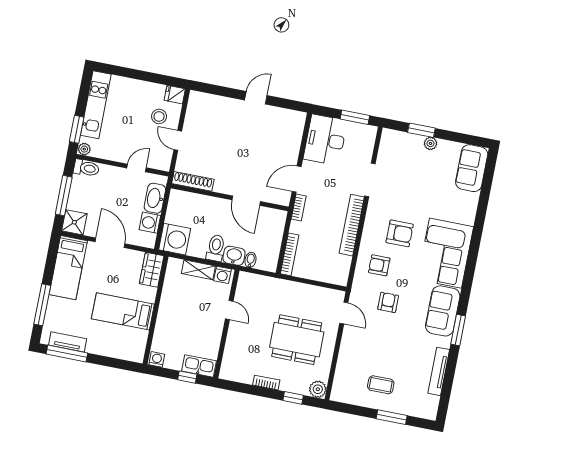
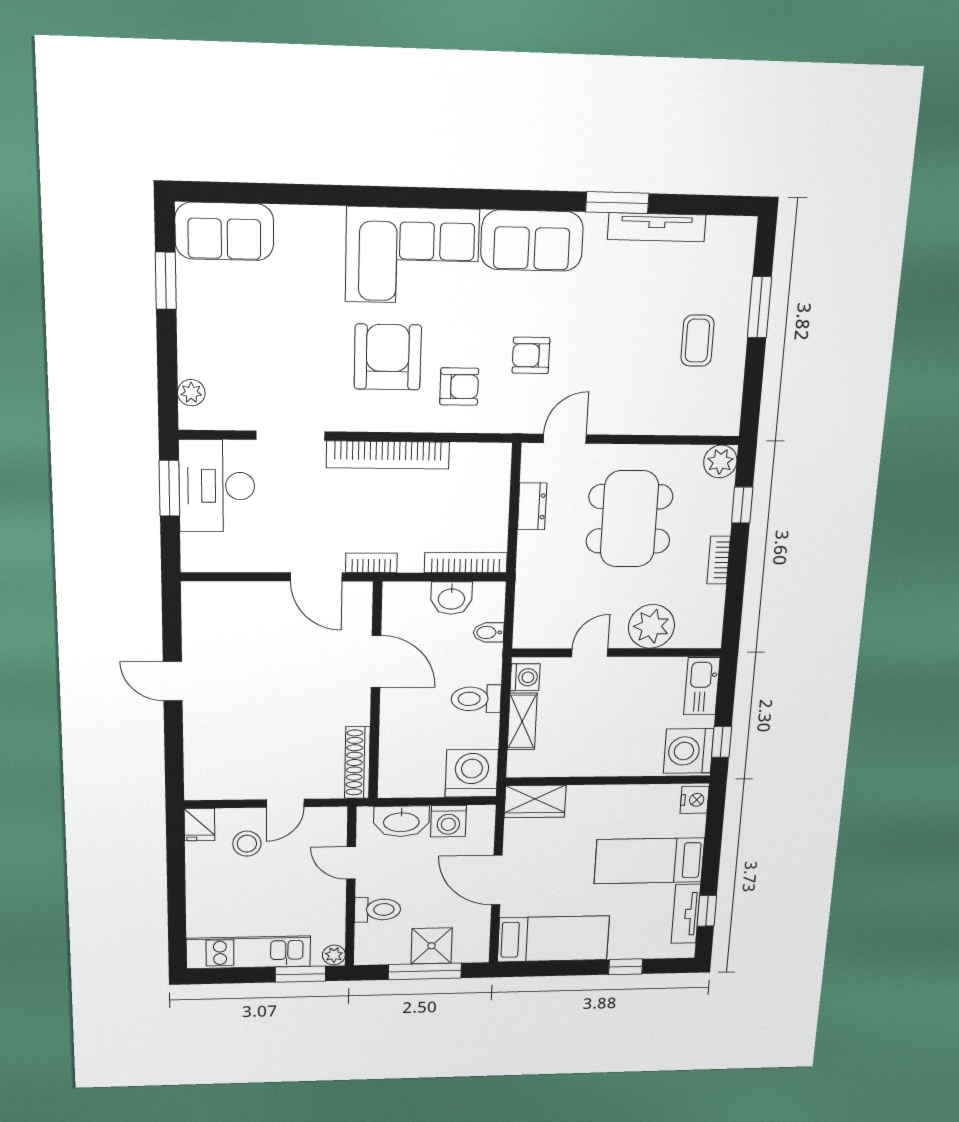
window: (421, 130) -> (166, 281), moved
desk: (325, 140) -> (217, 486), moved, turned 90
plant: (431, 143) -> (191, 393), moved
toilet: (86, 168) -> (378, 910), moved, turned 90
door: (246, 201) -> (376, 661), hinge flipped
shower: (74, 222) -> (432, 946), moved
armchair: (400, 233) -> (388, 357), width x1.36, depth x1.36
door: (110, 243) -> (497, 880), hinge flipped
washbasin: (234, 256) -> (451, 598), moved, turned -90
armchair: (379, 265) -> (459, 386), turned -90
dresser: (312, 292) -> (532, 506), added
window: (42, 305) -> (626, 967), width x0.46
bed: (123, 311) -> (649, 861), moved, turned 90
window: (458, 330) -> (617, 203), moved
plant: (237, 344) -> (651, 626), added
window: (67, 353) -> (707, 911), width x0.46
nightstand: (135, 355) -> (695, 800), added
washing machine: (157, 359) -> (689, 751), width x1.89, depth x1.89
window: (187, 377) -> (722, 742), moved

